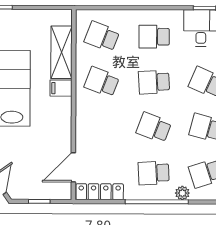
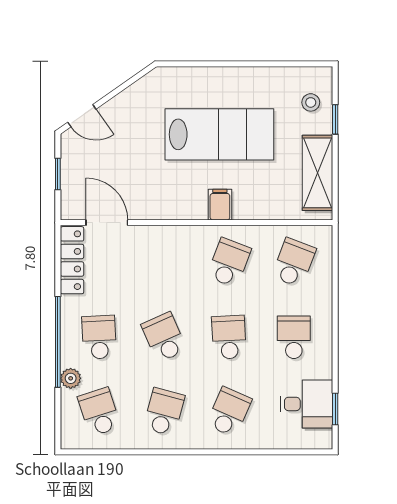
shelving: (61, 52) -> (317, 173), moved, turned 90
school desk: (154, 128) -> (164, 337), turned -45

